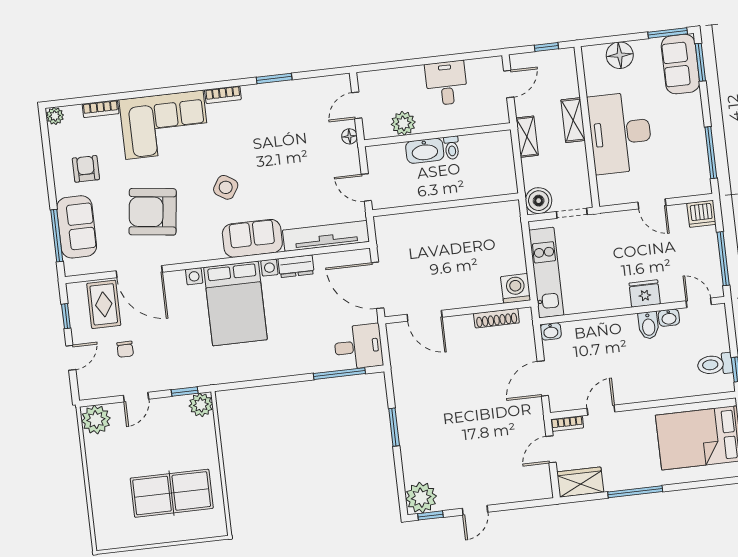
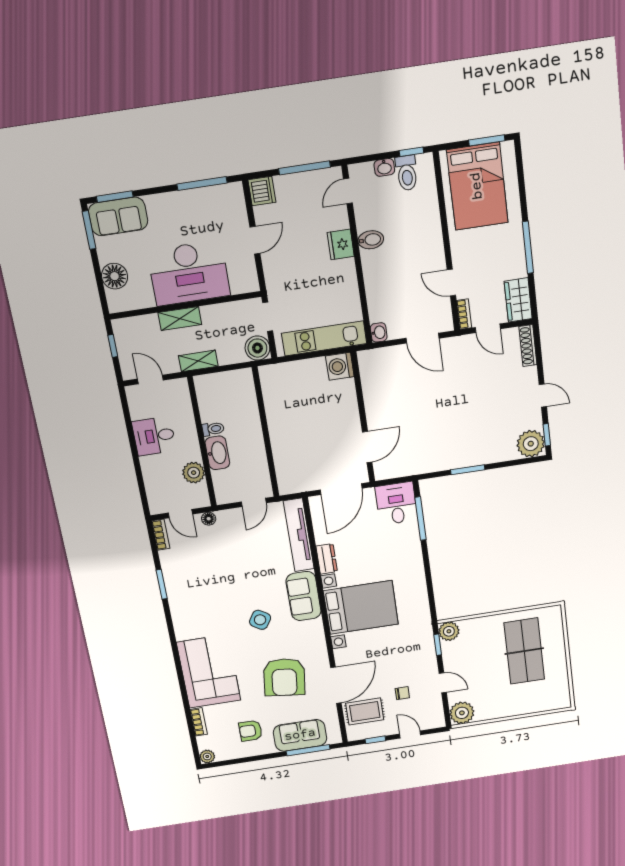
bookcase: (223, 95) -> (161, 535), moved
shoe rack: (496, 318) -> (528, 346), moved, turned 180
washbasin: (669, 318) -> (384, 167), moved, turned 90

